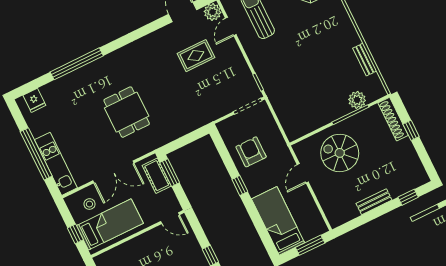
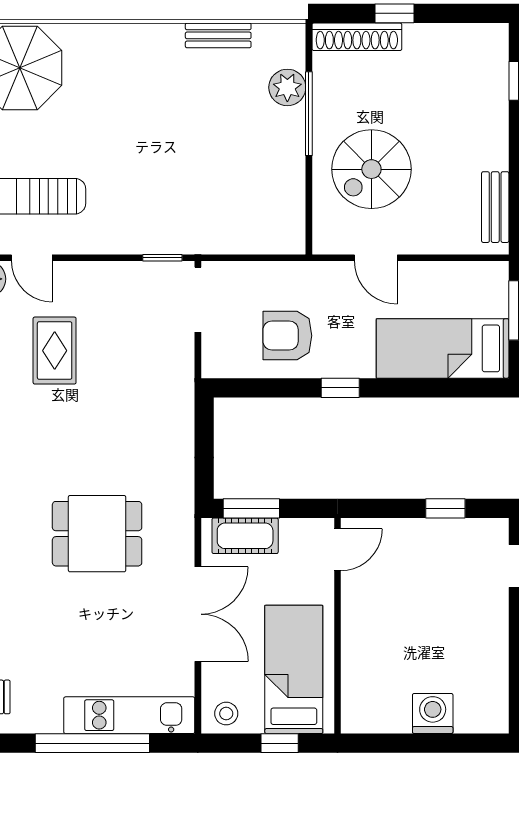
bench: (374, 202) -> (495, 207), moved
stool: (89, 204) -> (226, 714), moved

